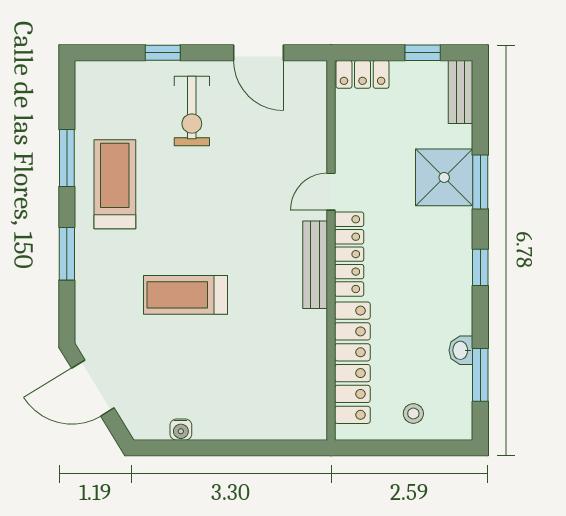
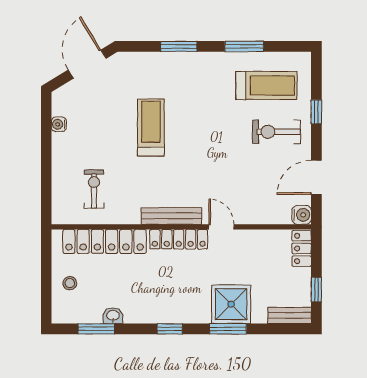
water cooler: (313, 74) -> (302, 215), added
treadmill: (115, 184) -> (266, 86), moved
exercise bike: (275, 378) -> (94, 189), added

